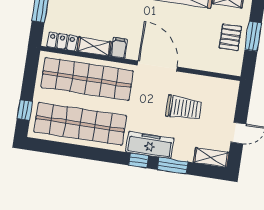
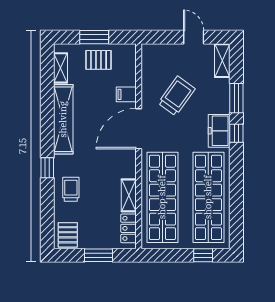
filing cabinet: (119, 48) -> (126, 94), moved
trolley: (184, 108) -> (177, 96), turned 36
freezer: (150, 145) -> (219, 131), width x0.71

